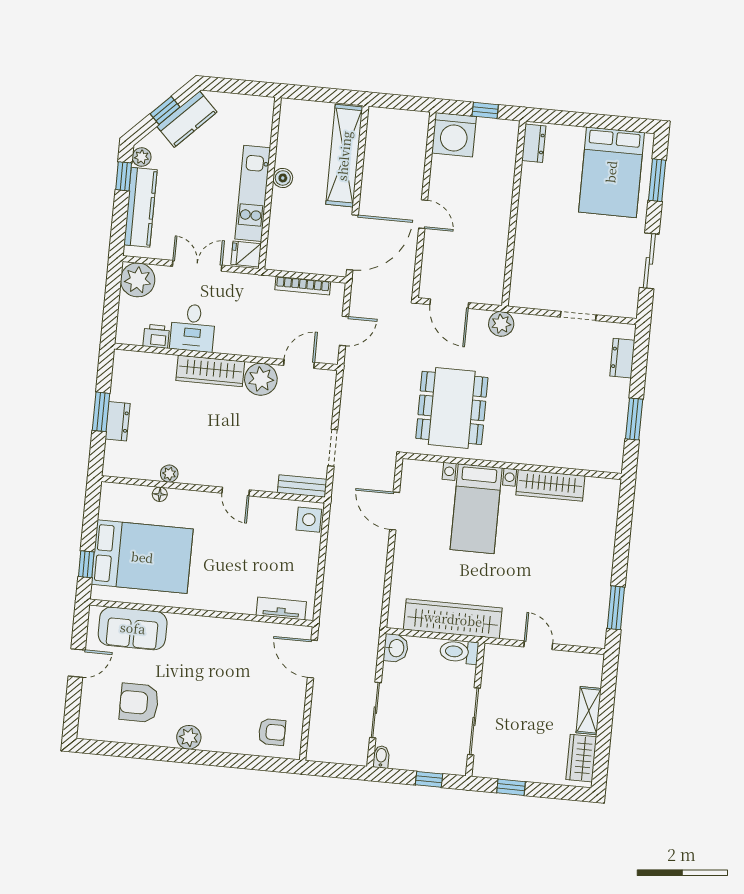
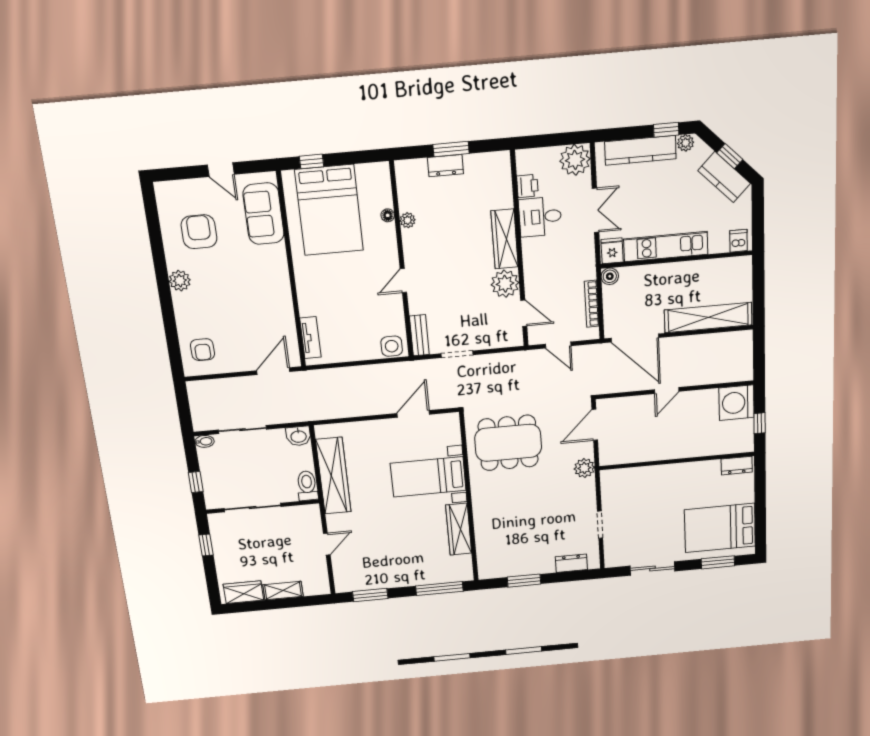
dishwasher: (261, 111) -> (739, 241), added
boiler: (283, 178) -> (610, 276), moved
window: (624, 523) -> (439, 589), added

